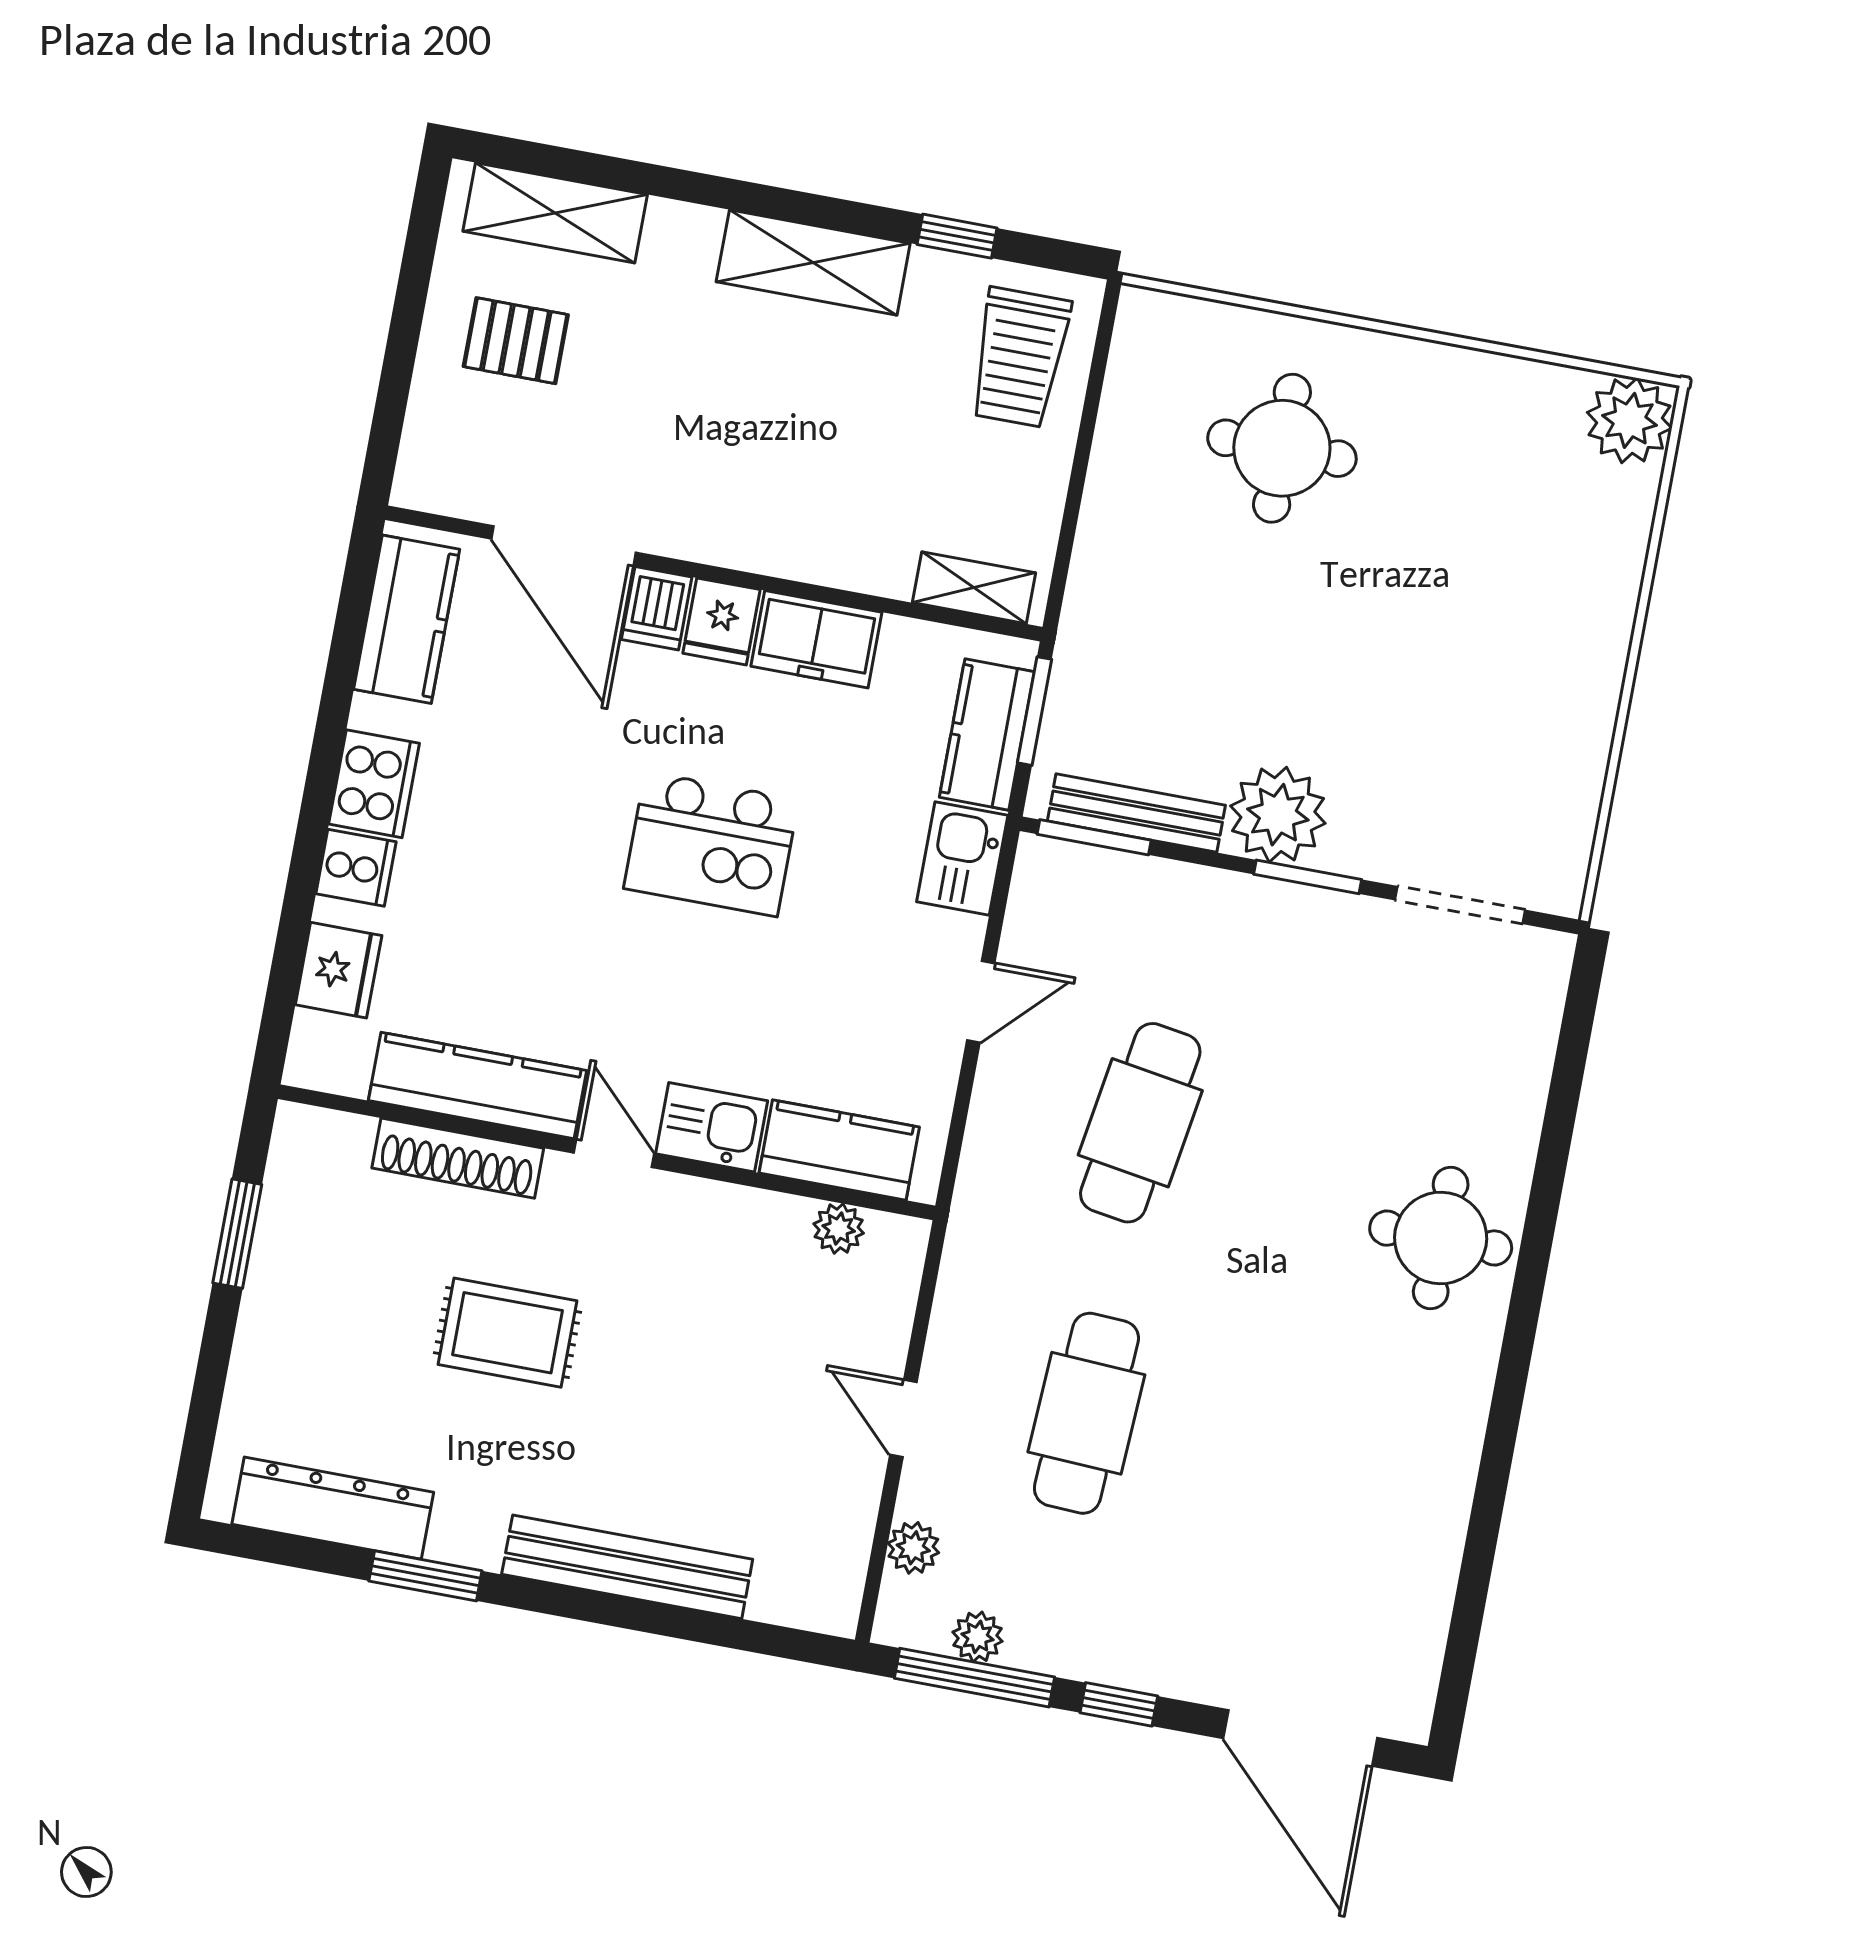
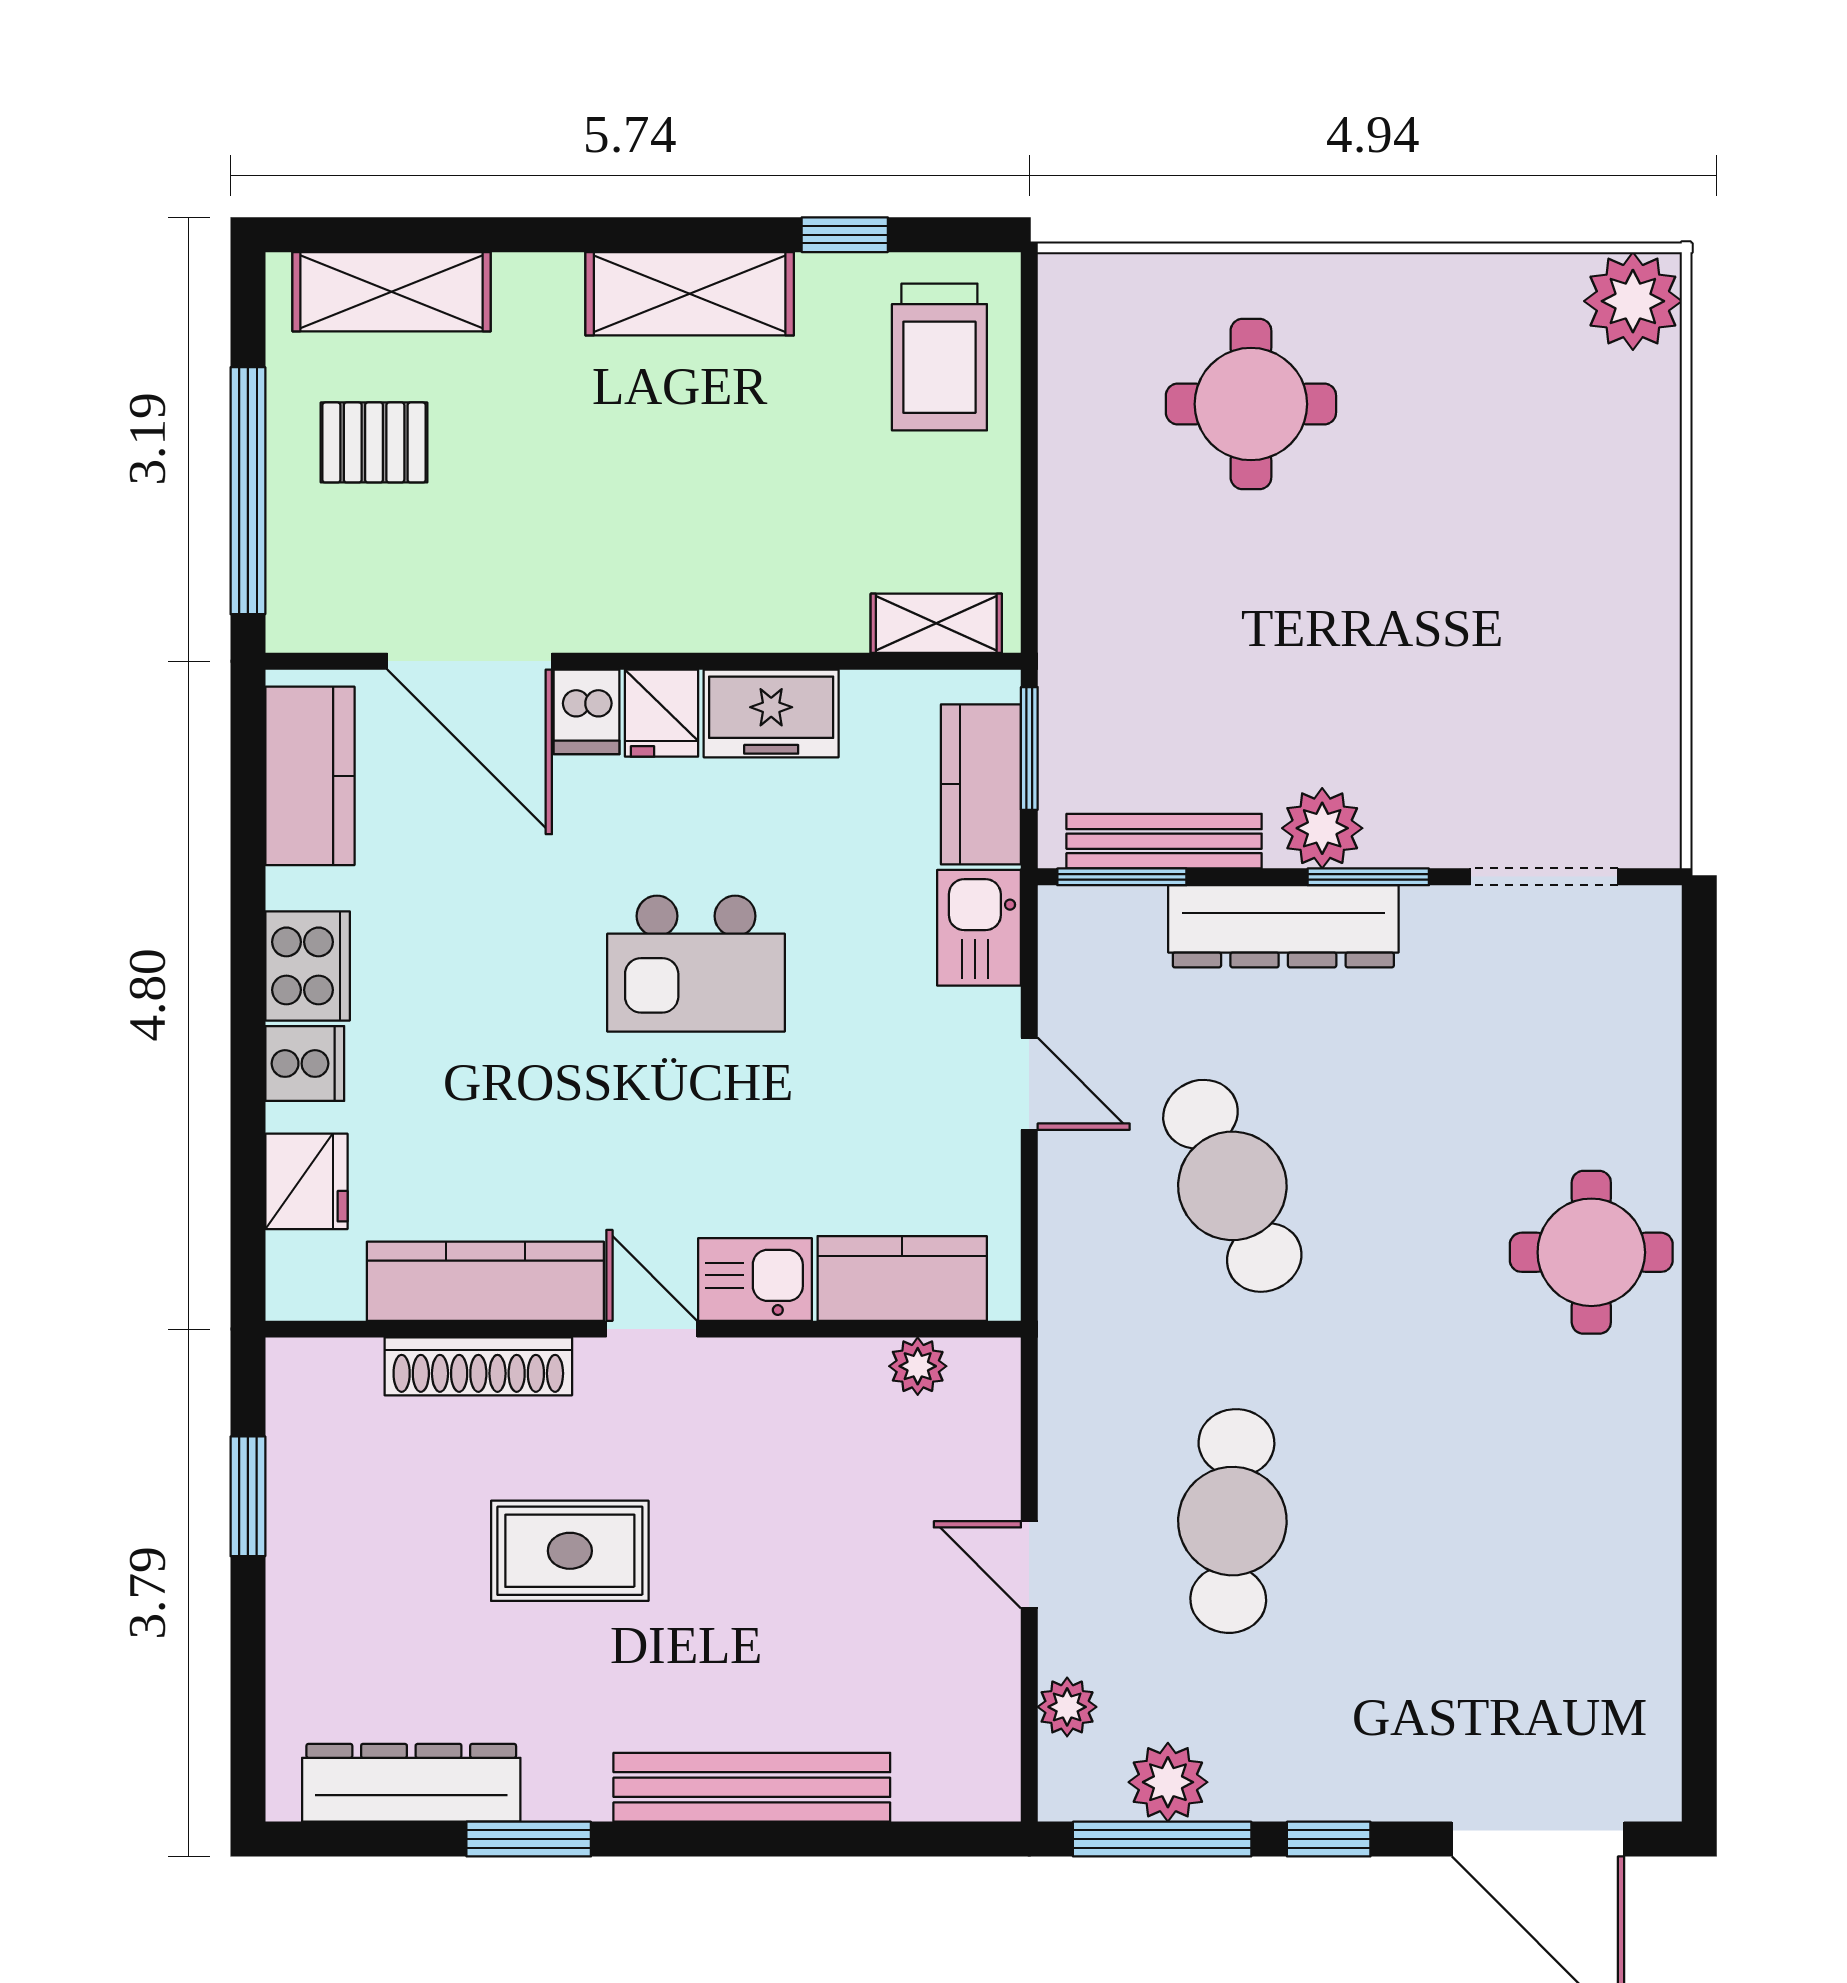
window: (399, 362) -> (248, 491), added
plant: (1278, 815) -> (1322, 828), width x0.73, depth x0.73
dresser: (1226, 906) -> (1283, 926), added
door: (981, 1002) -> (1029, 1084), hinge flipped
cafe table: (1140, 1123) -> (1232, 1186), turned -33
plant: (978, 1637) -> (1168, 1782), width x1.38, depth x1.38

